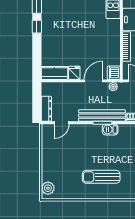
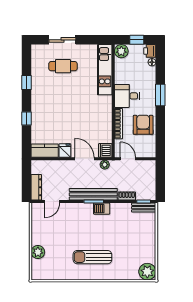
window: (37, 27) -> (27, 119), moved
door: (93, 81) -> (85, 159), hinge flipped
plant: (48, 188) -> (38, 252), moved

